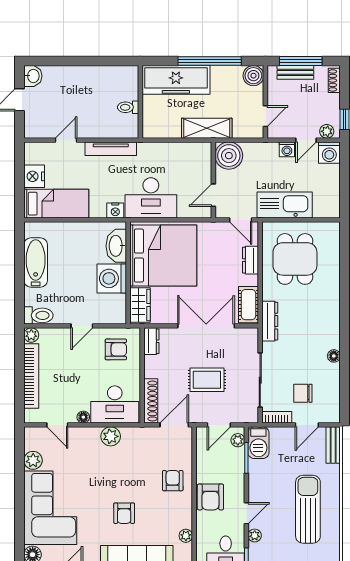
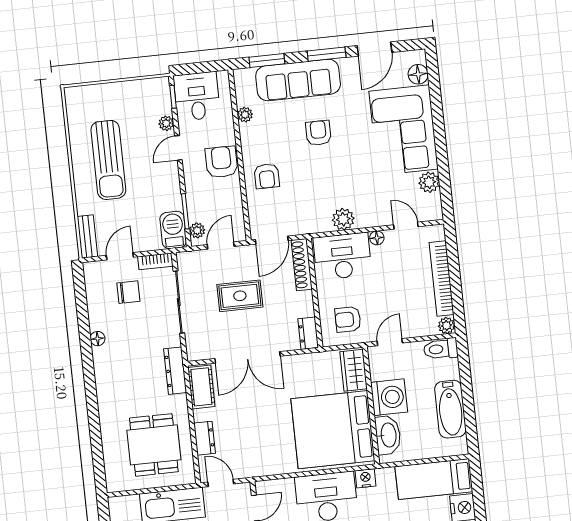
washbasin: (116, 246) -> (388, 435), moved
bed: (163, 256) -> (333, 430), moved
wall: (128, 273) -> (371, 405), moved
washing machine: (112, 278) -> (389, 397), moved
wardrobe: (140, 305) -> (354, 370), moved

